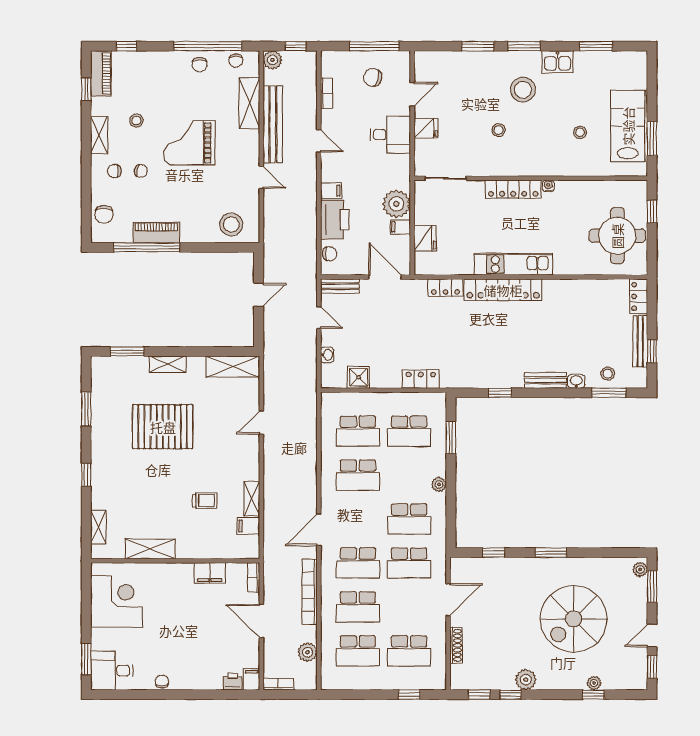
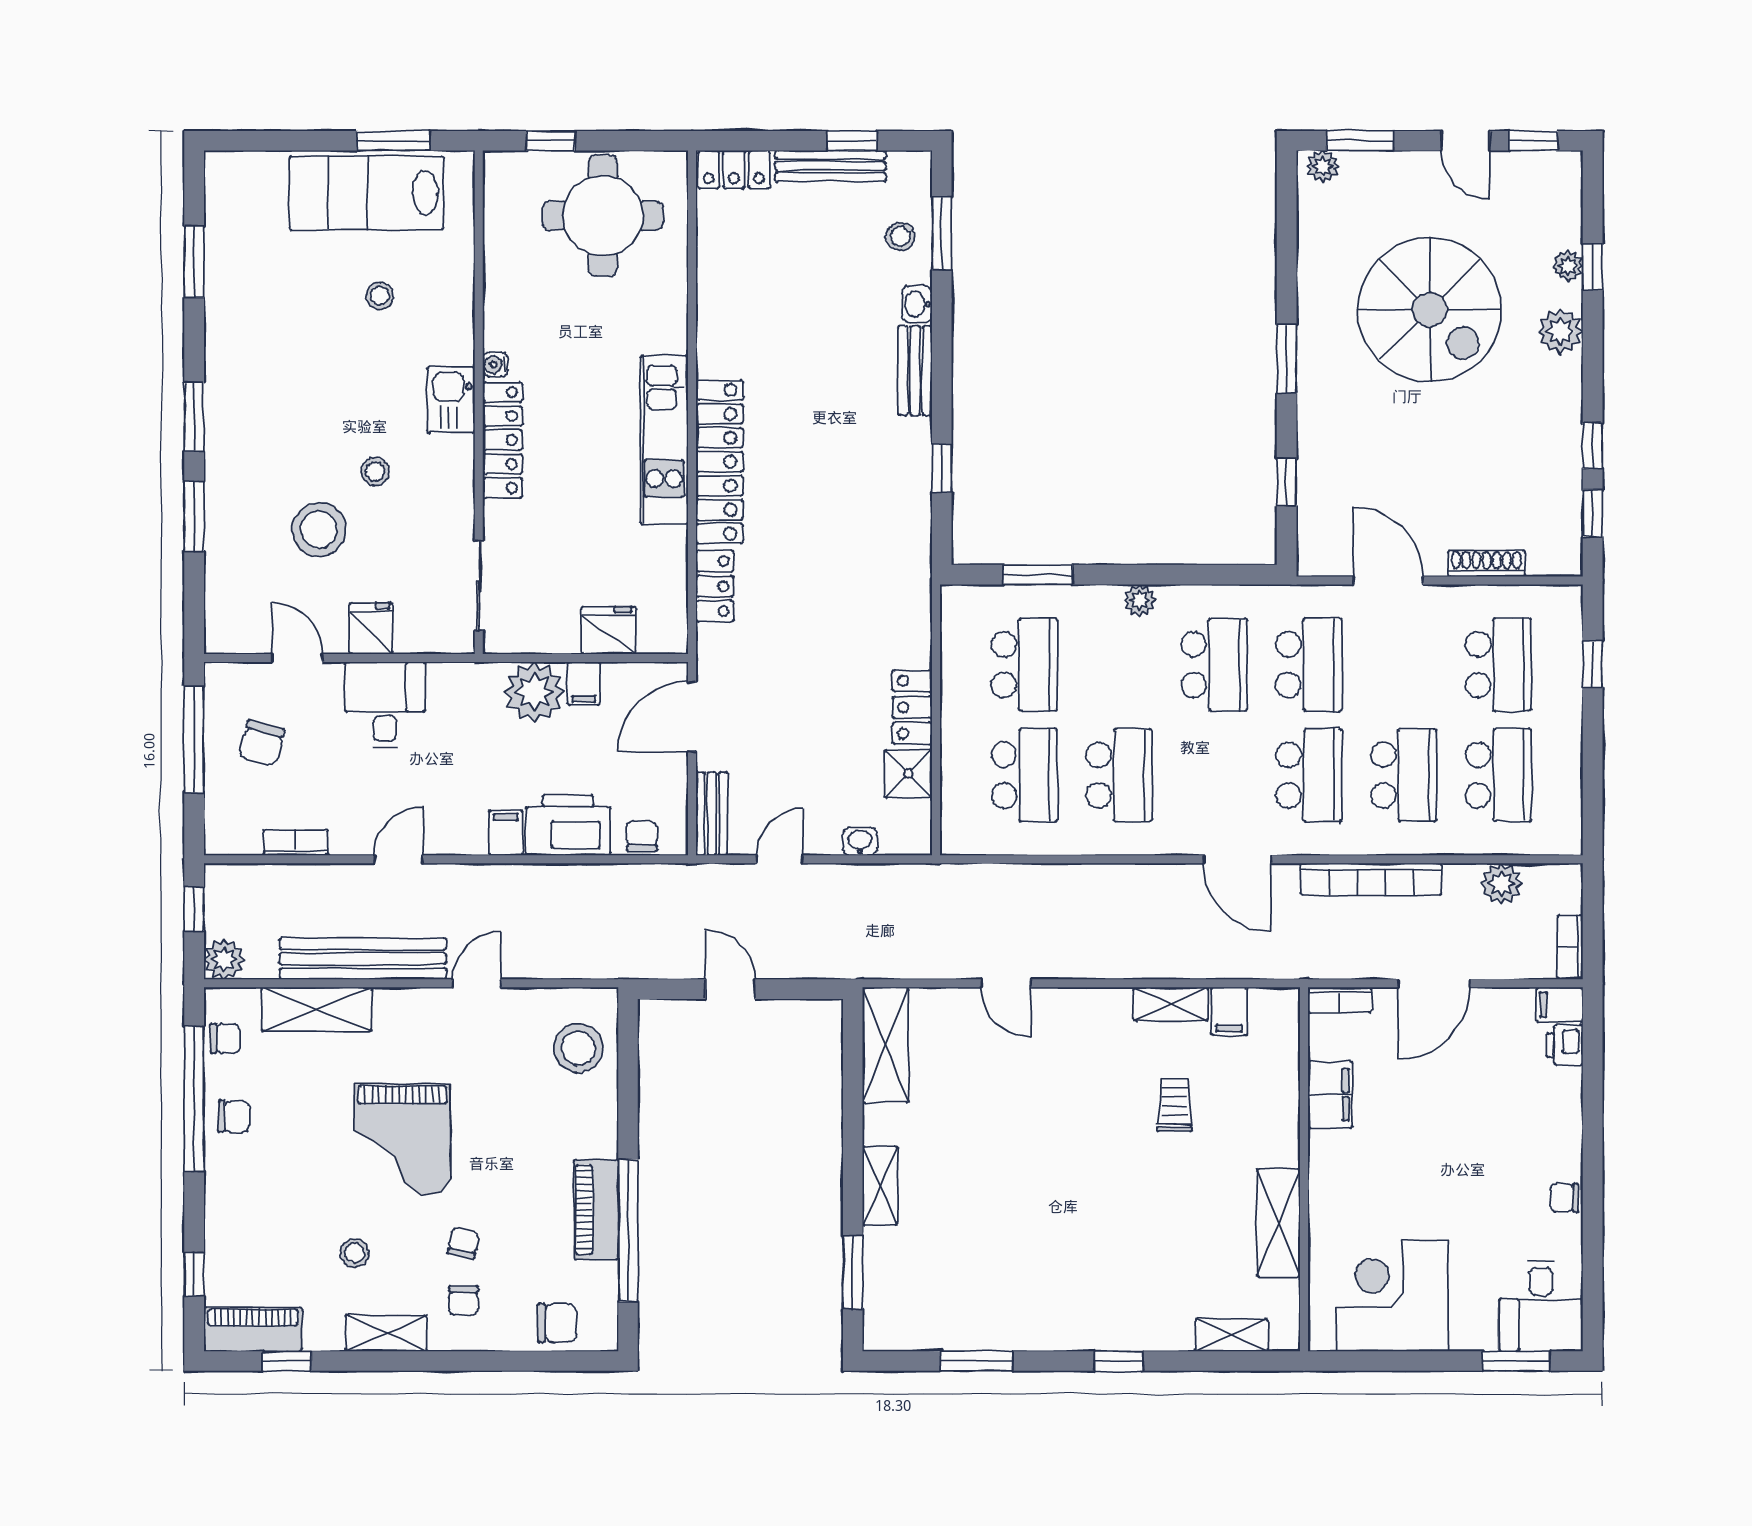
kitchen sink: (557, 62) -> (451, 400), moved, turned 180
stool: (523, 90) -> (319, 529), moved
locker: (421, 379) -> (912, 707), moved
pallet: (163, 427) -> (1015, 1196), removed
plant: (526, 680) -> (1560, 331), moved

